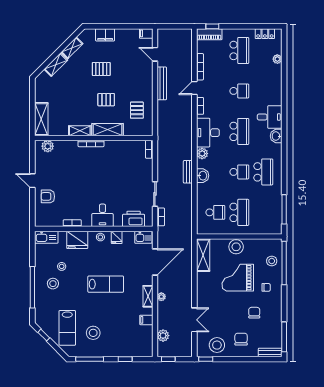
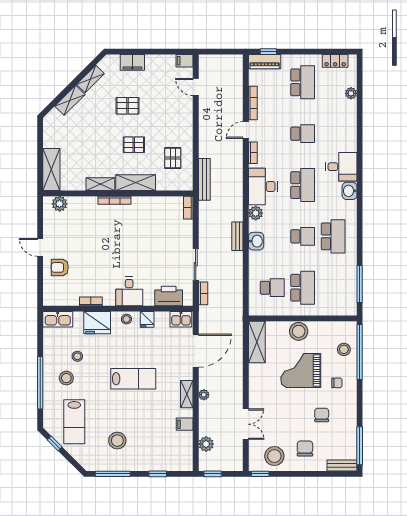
bench: (162, 83) -> (204, 179), moved
lab bench: (67, 328) -> (74, 422), moved

